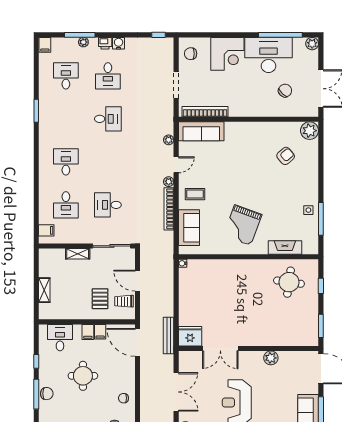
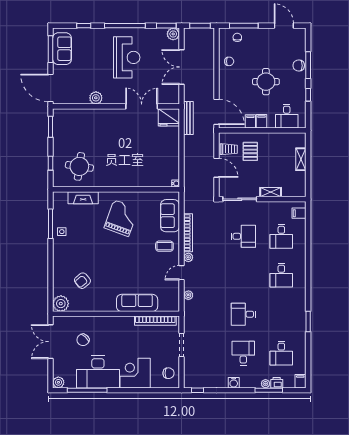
printer: (105, 43) -> (277, 383), moved
sofa: (201, 131) -> (137, 303), moved
desk: (66, 205) -> (281, 236), turned 180

